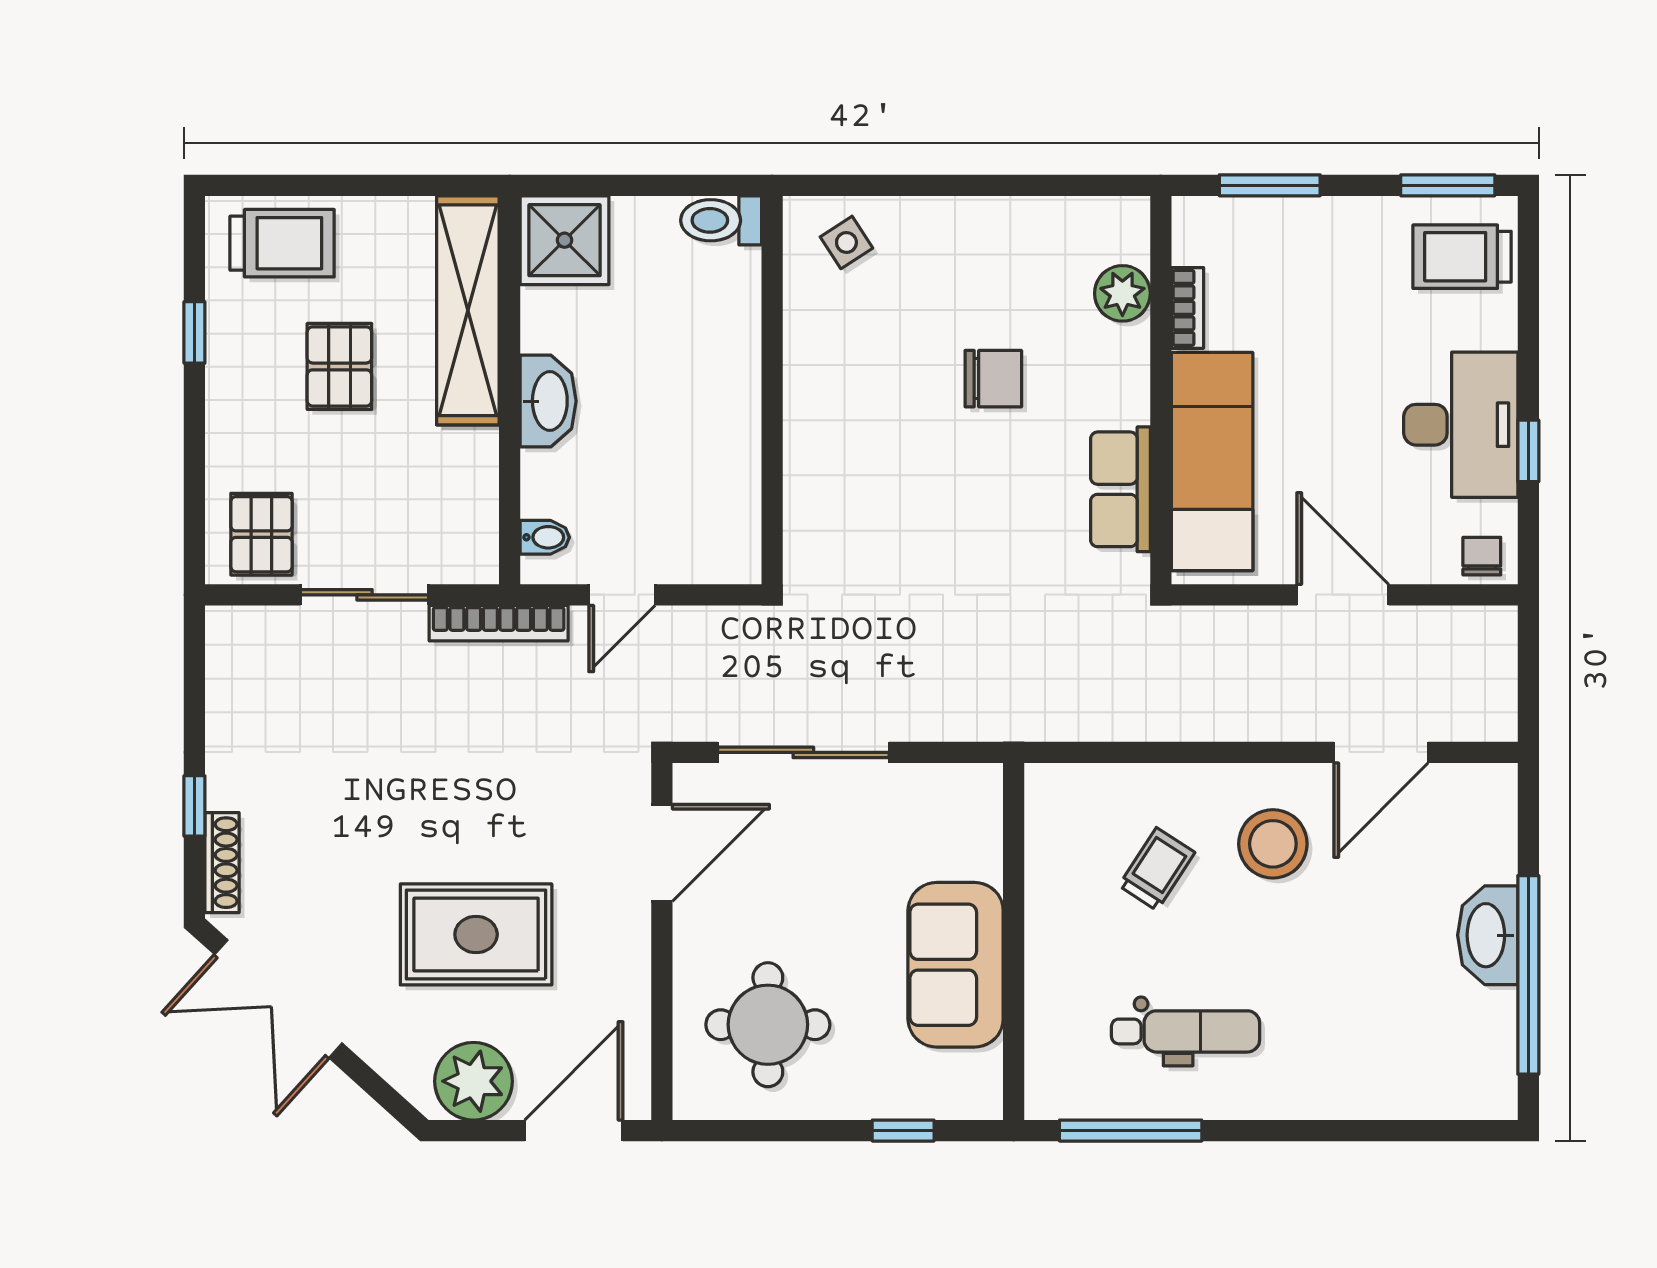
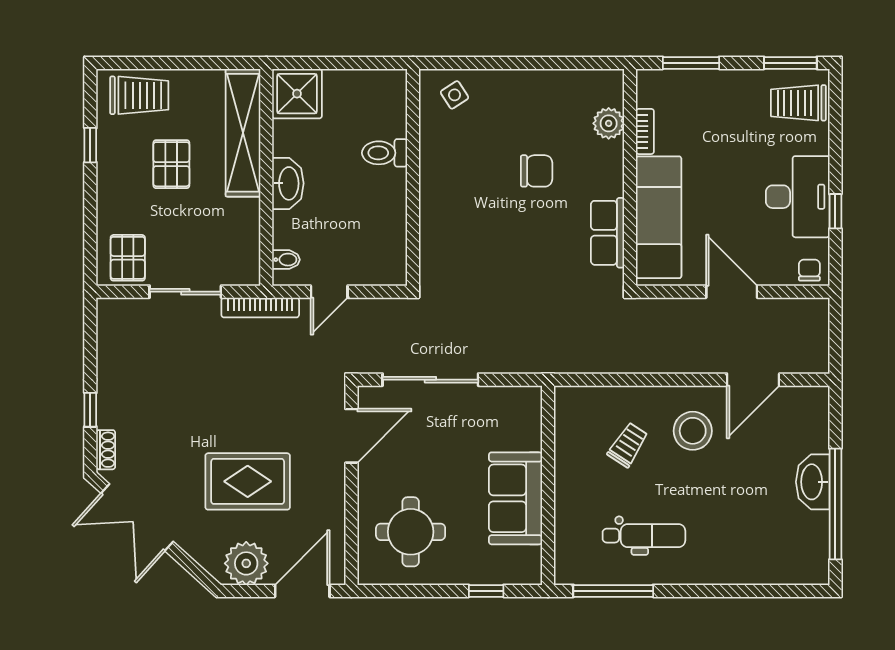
toilet: (721, 220) -> (385, 153), moved
shoe rack: (222, 863) -> (106, 450), width x0.70

